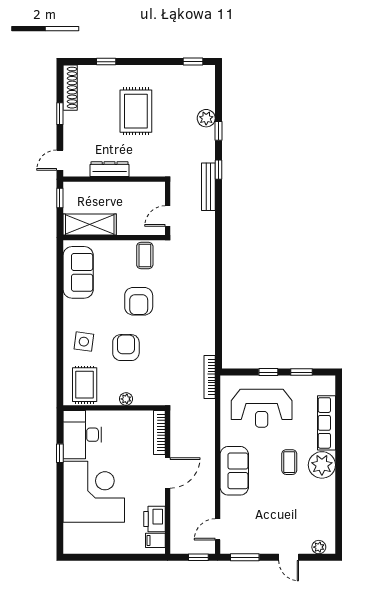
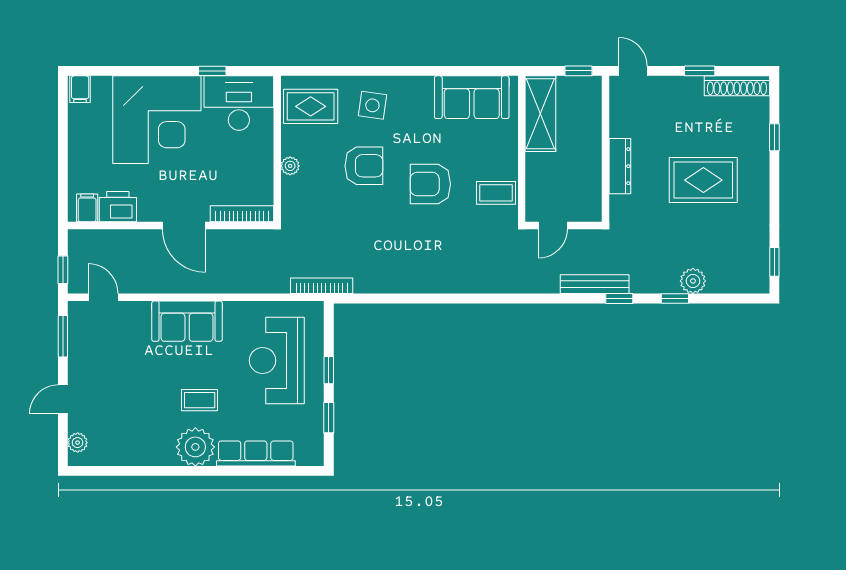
dresser: (110, 169) -> (620, 166), moved
door: (168, 216) -> (553, 225), swing flipped
filing cabinet: (73, 545) -> (80, 89), added

